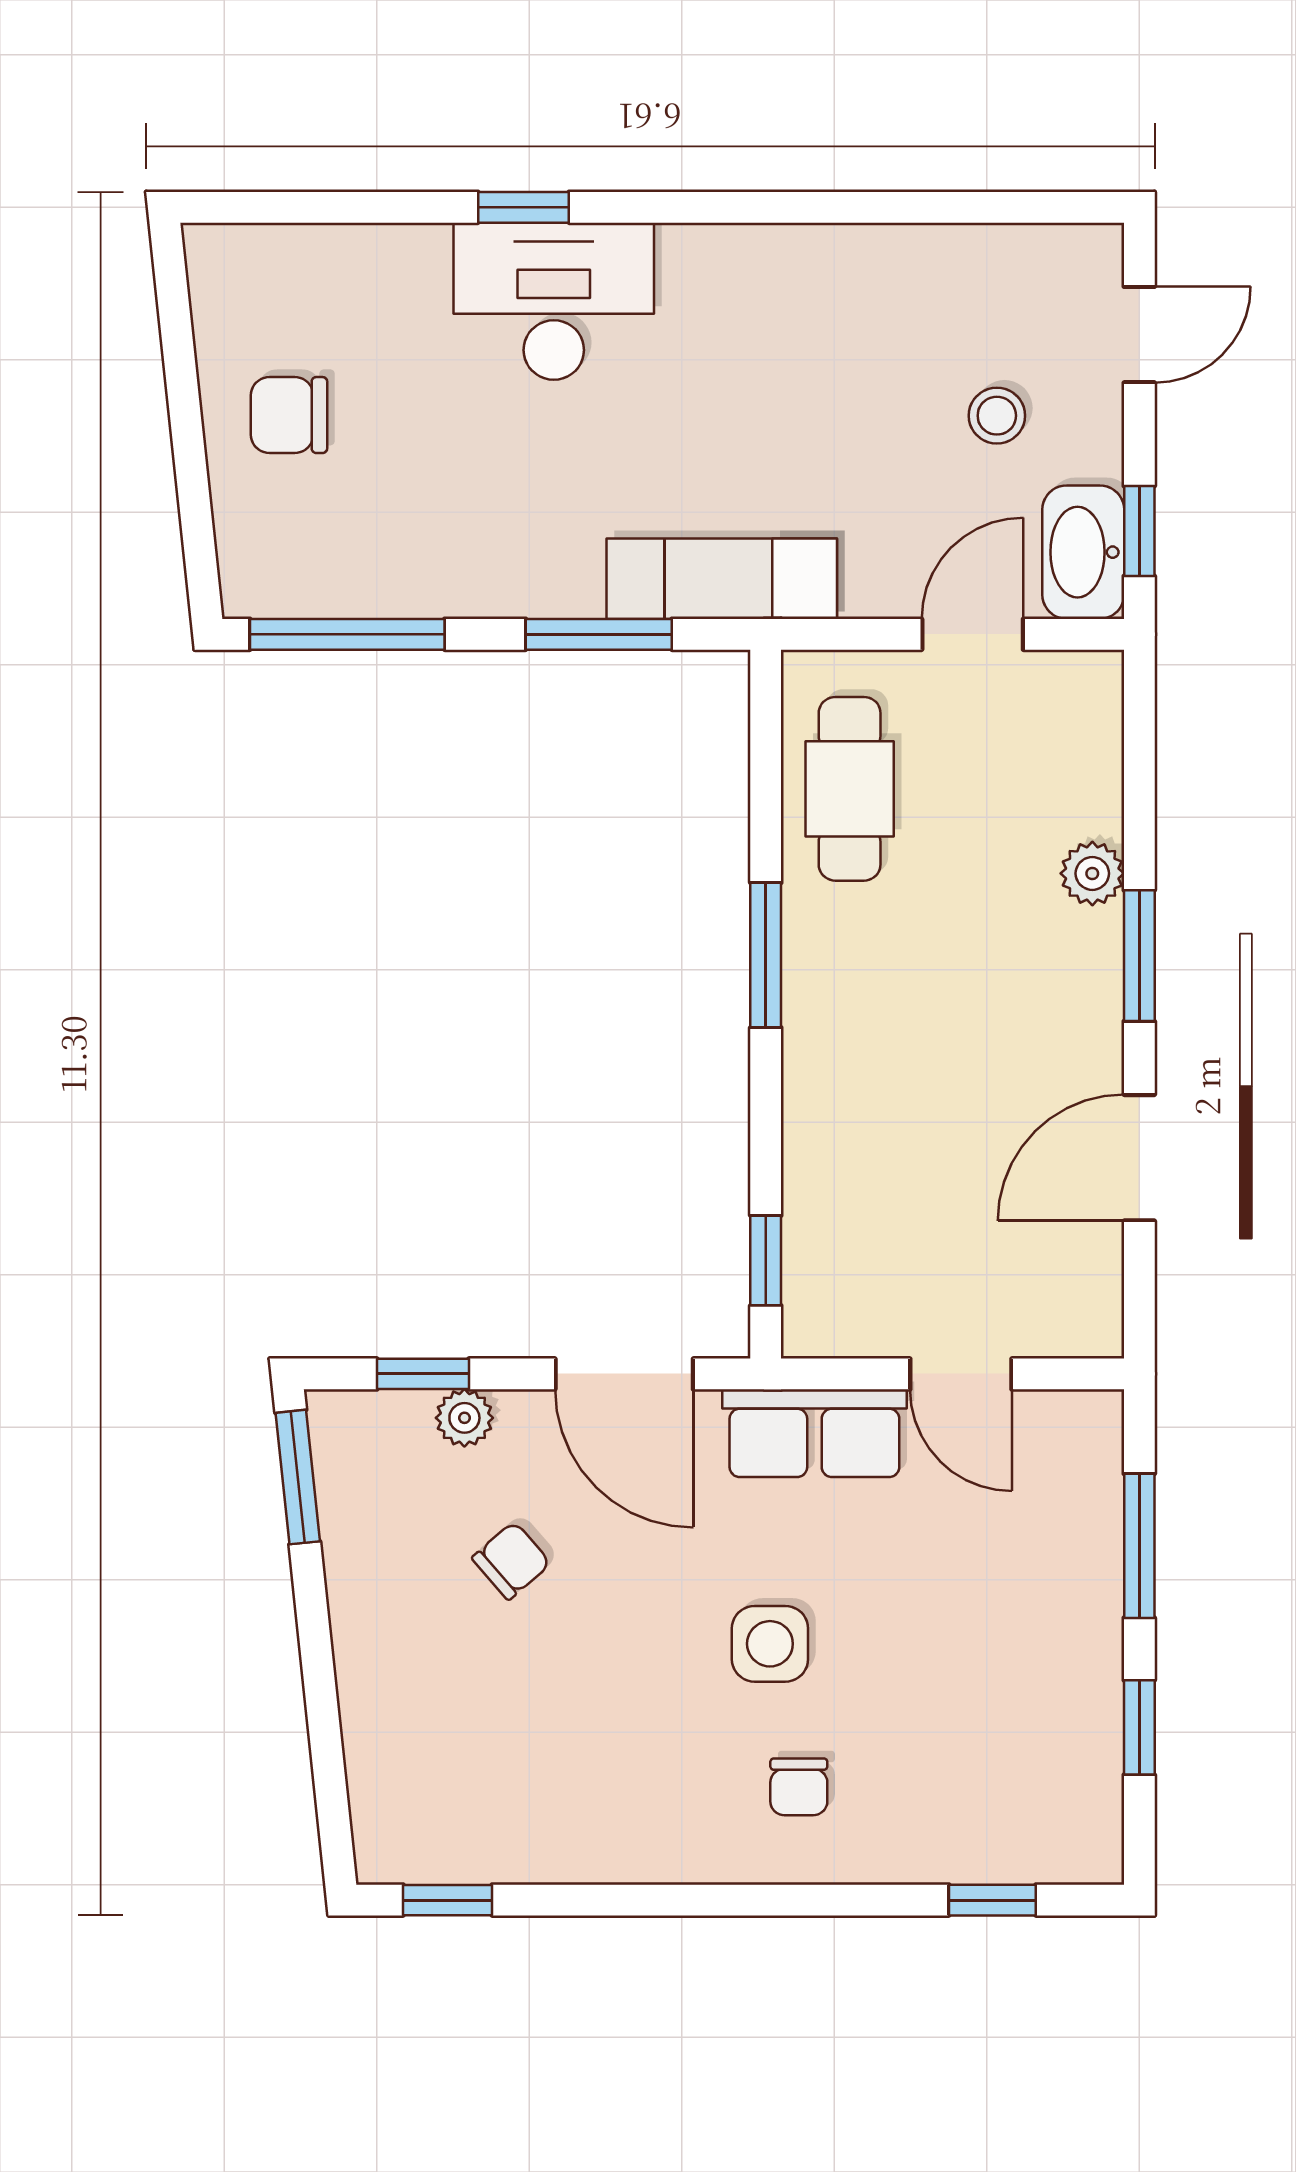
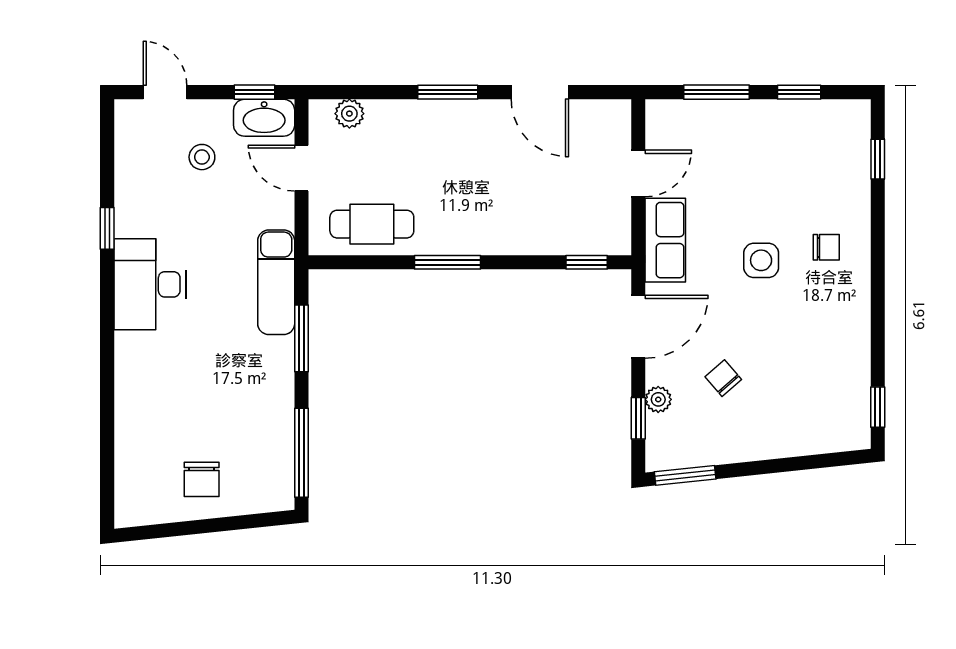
window: (524, 207) -> (107, 228), moved
desk: (554, 301) -> (150, 284), moved
plant: (1092, 873) -> (349, 114), moved

